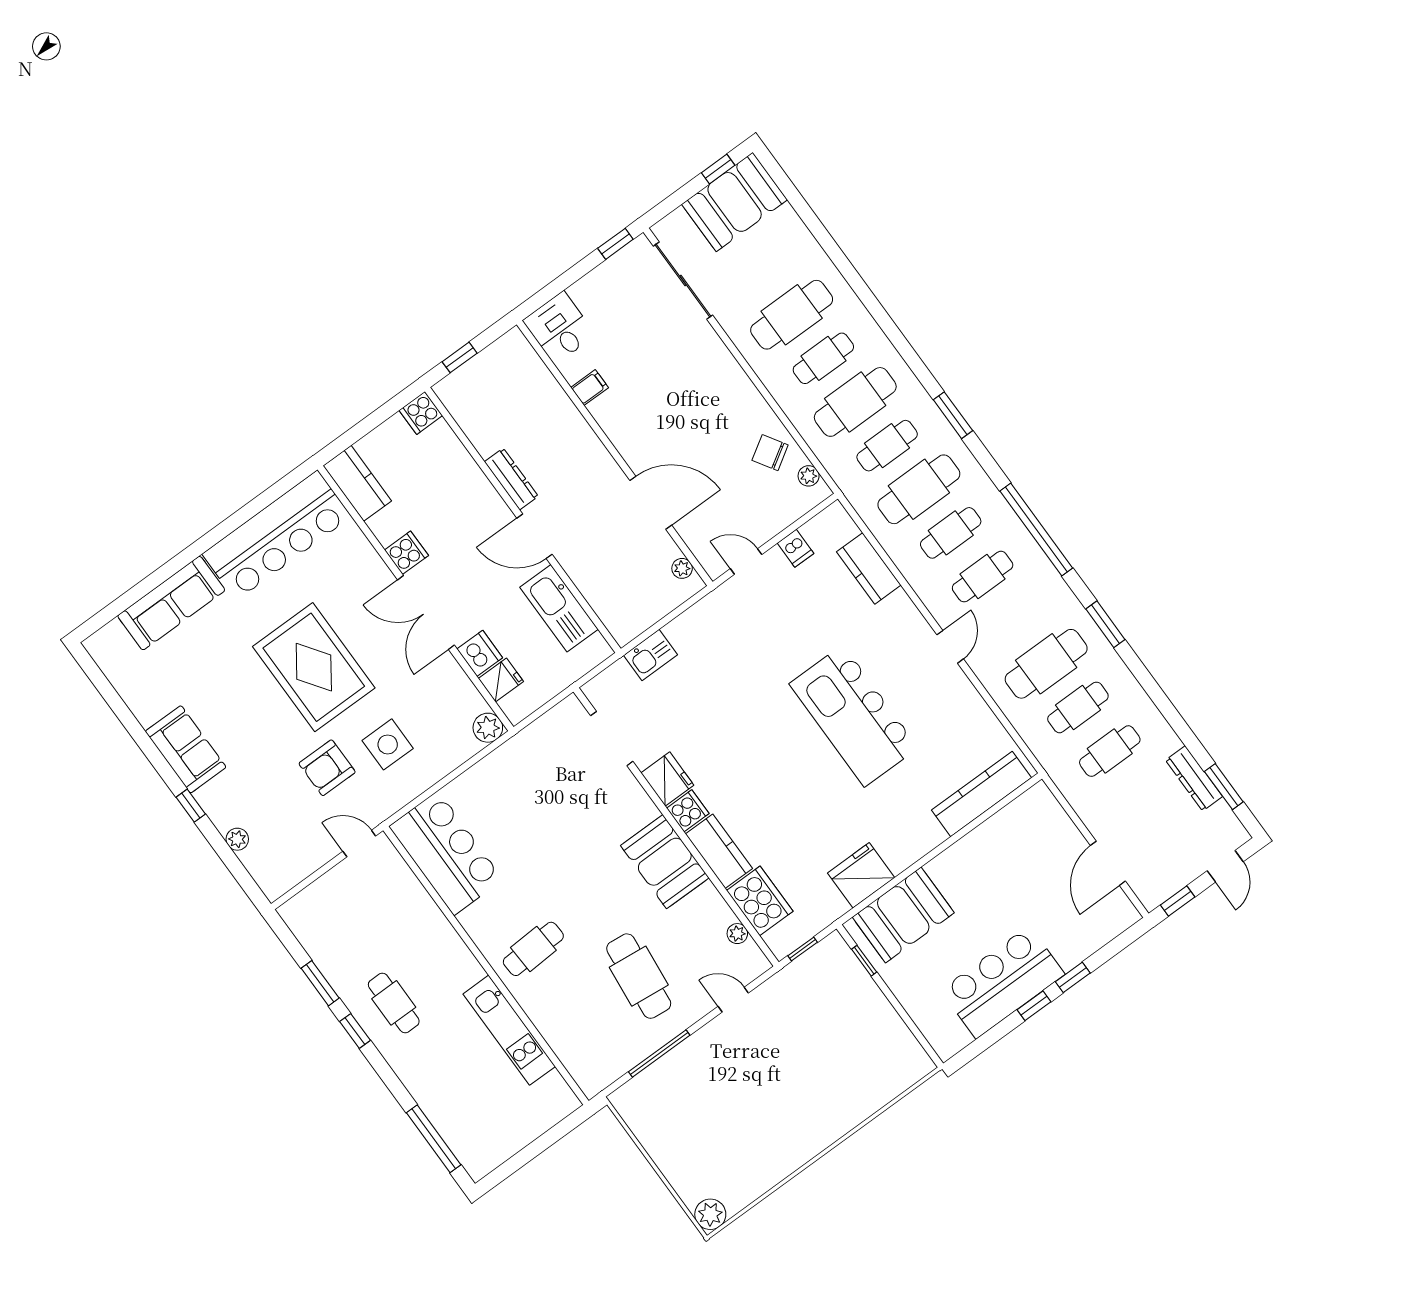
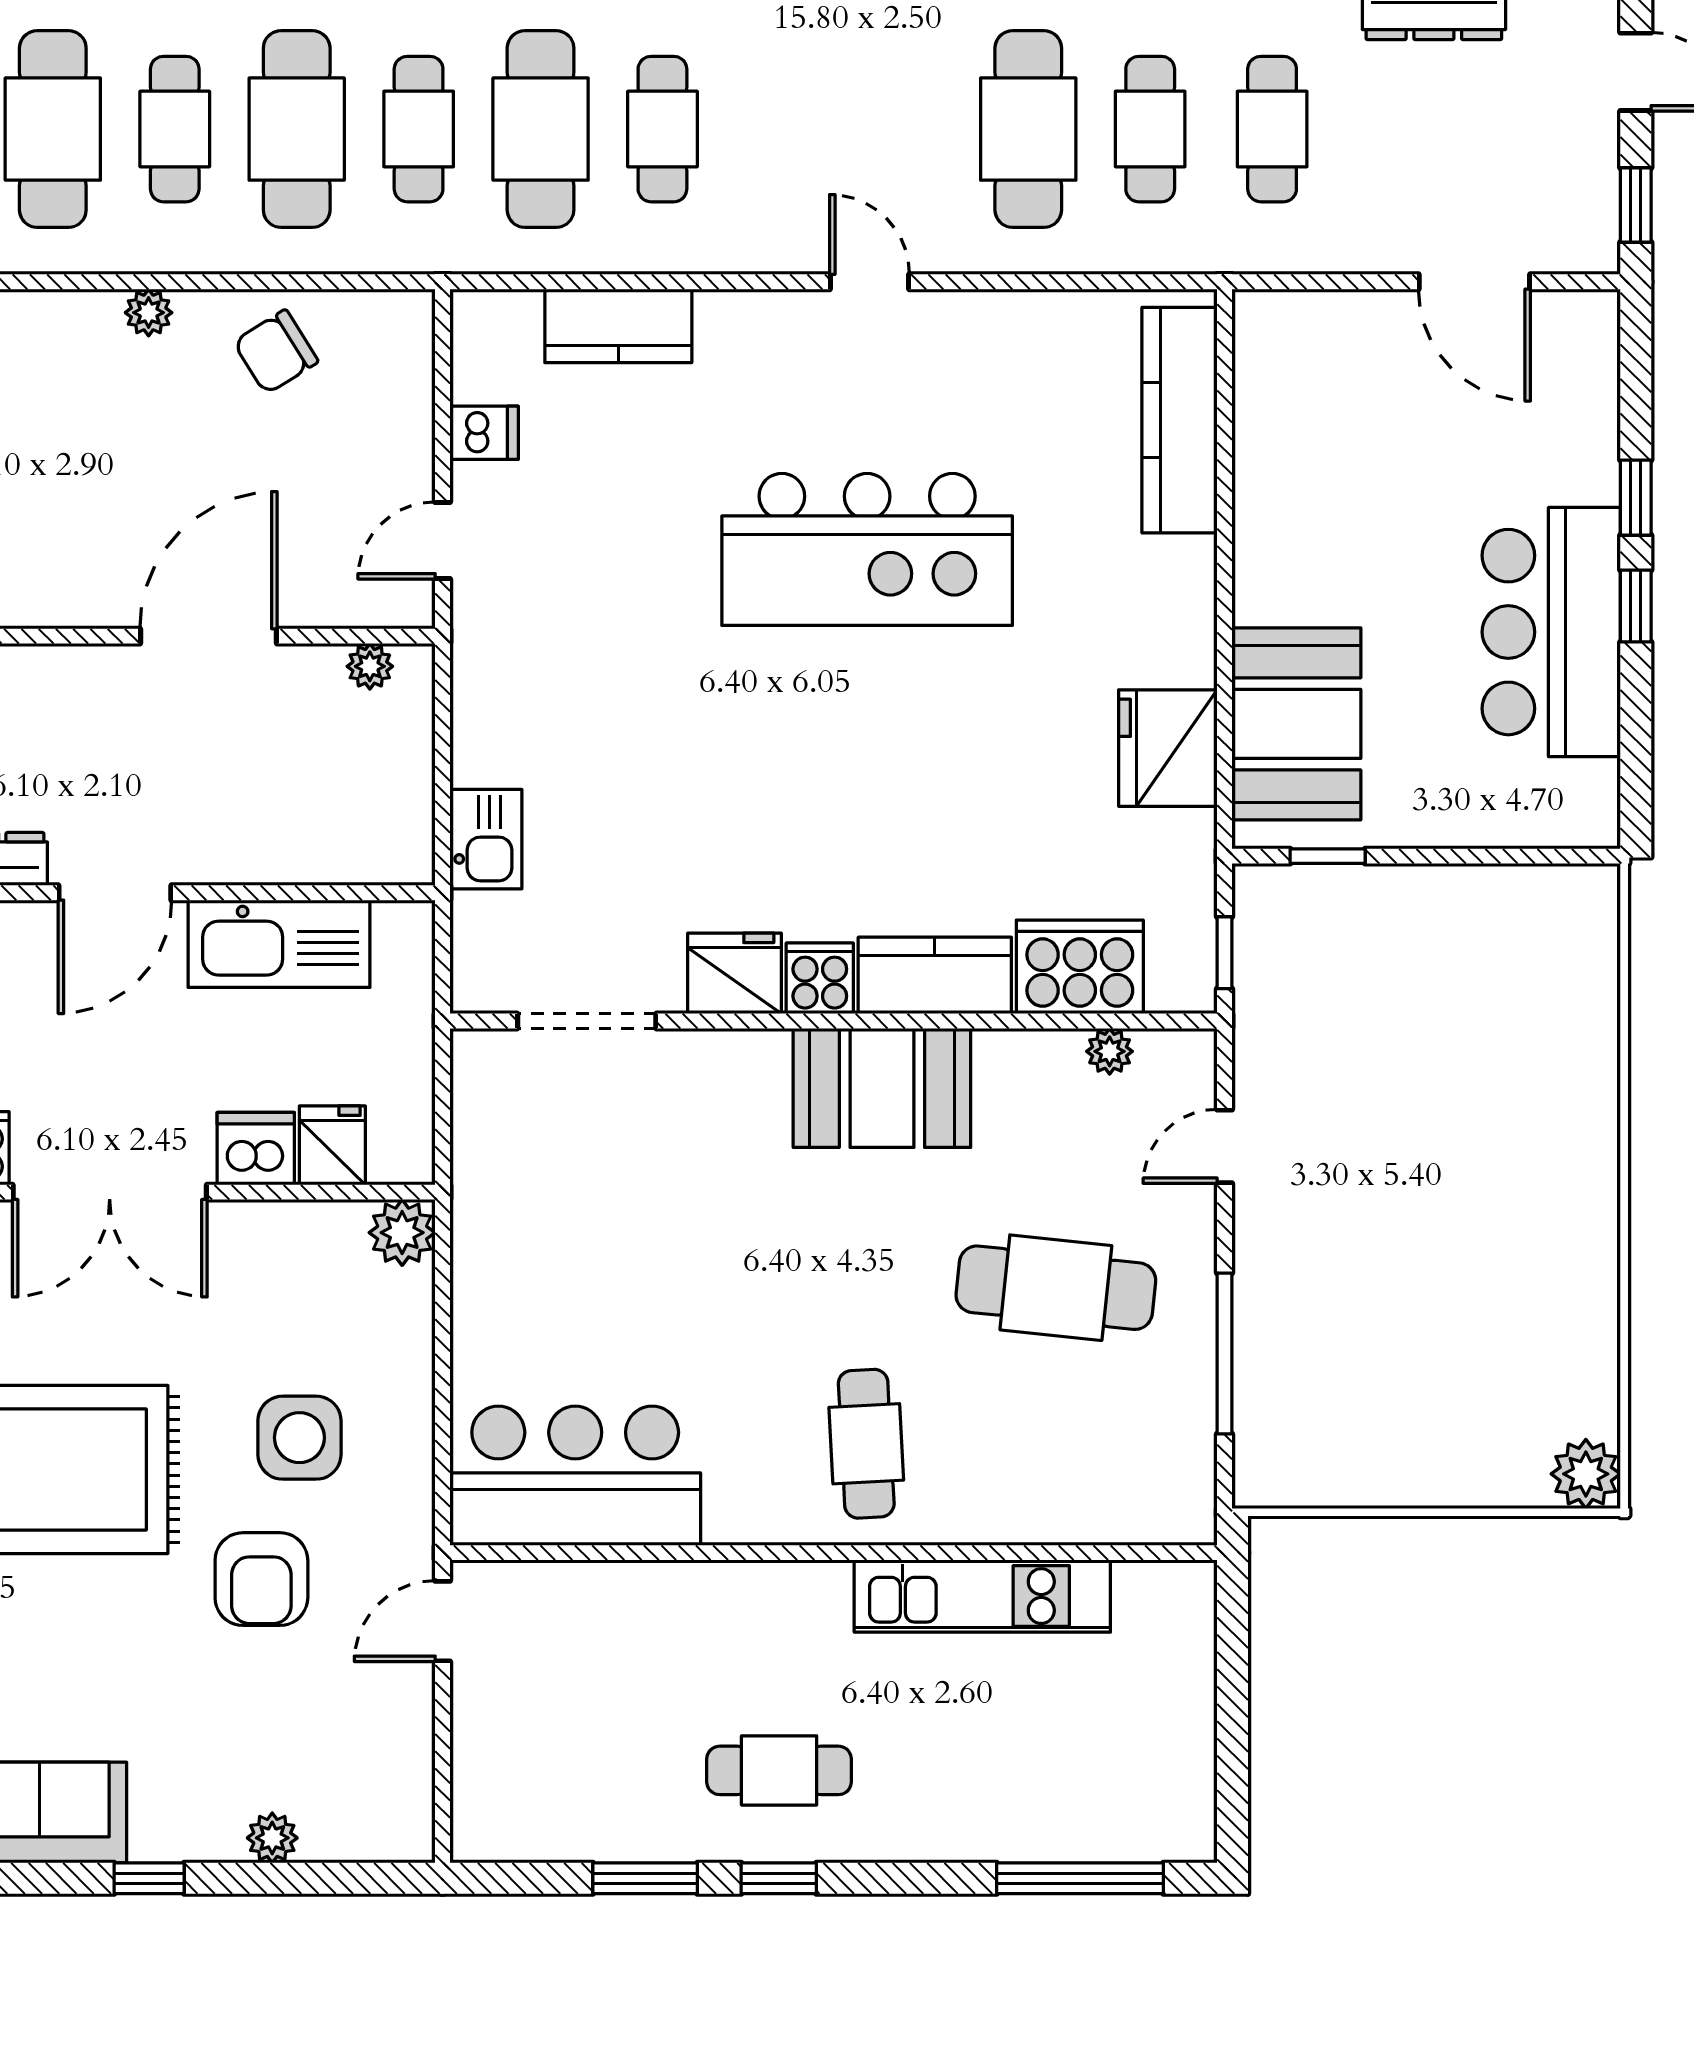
plant: (809, 476) -> (149, 313), moved
cafe table: (983, 577) -> (784, 129), removed

